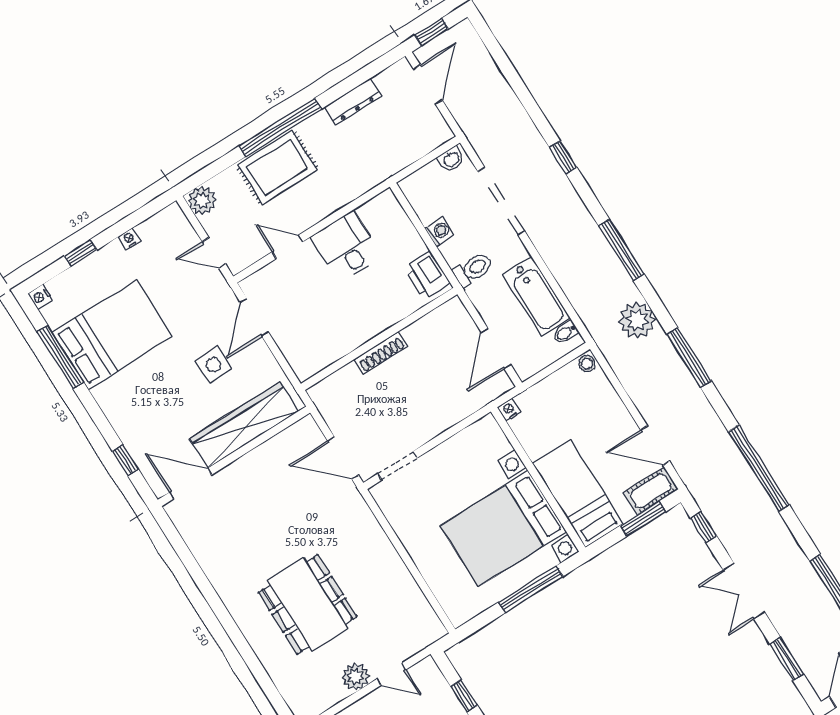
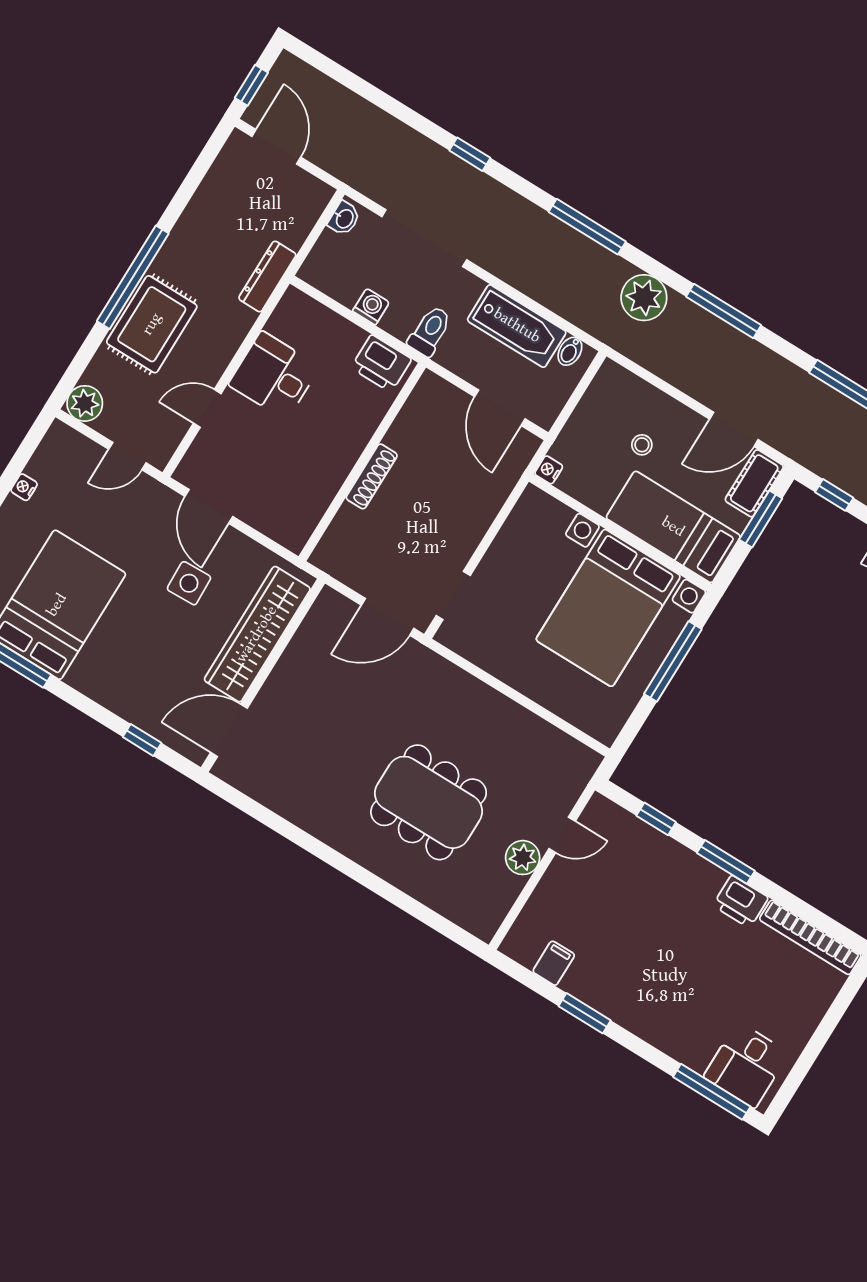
dresser: (353, 102) -> (267, 276), moved, turned 180
stool: (587, 364) -> (642, 445), moved

